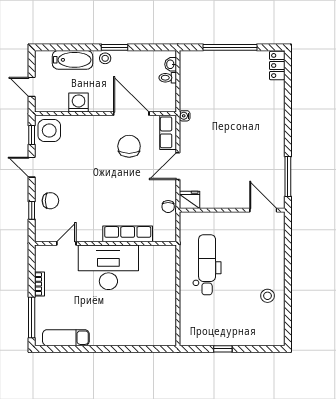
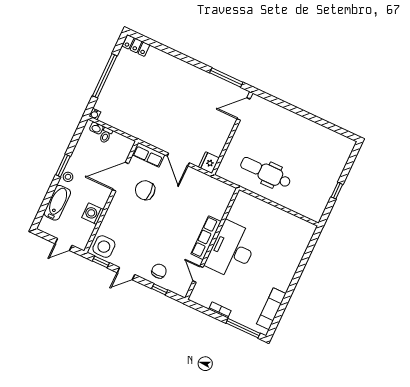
water cooler: (185, 116) -> (95, 114), moved
chair: (168, 207) -> (206, 182), removed
row of seats: (128, 234) -> (206, 238), moved
stool: (268, 296) -> (312, 137), removed

